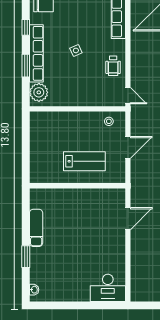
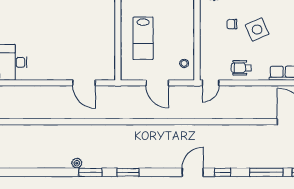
side table: (76, 50) -> (257, 29), width x1.87, depth x1.87
chair: (71, 75) -> (232, 24), added

